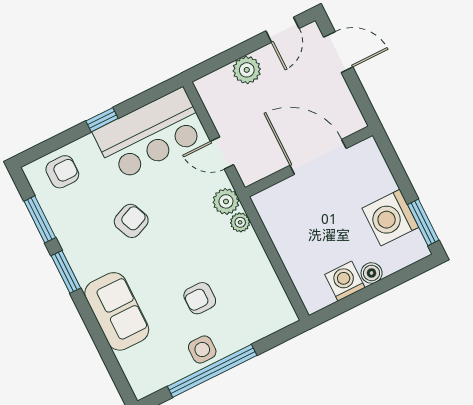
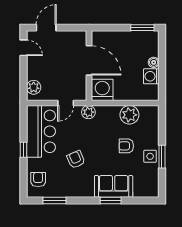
plant: (247, 70) -> (34, 87), moved
door: (318, 157) -> (89, 60), swing flipped
washing machine: (390, 218) -> (102, 90), moved, turned 180
plant: (240, 222) -> (129, 115), moved, width x1.88, depth x1.88
window: (66, 272) -> (111, 200), moved
armchair: (200, 298) -> (126, 146), turned 90
window: (212, 371) -> (162, 157), width x0.47

